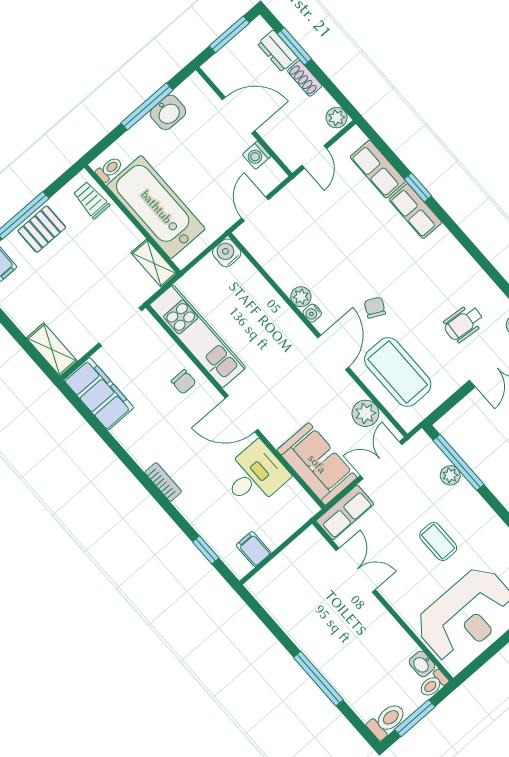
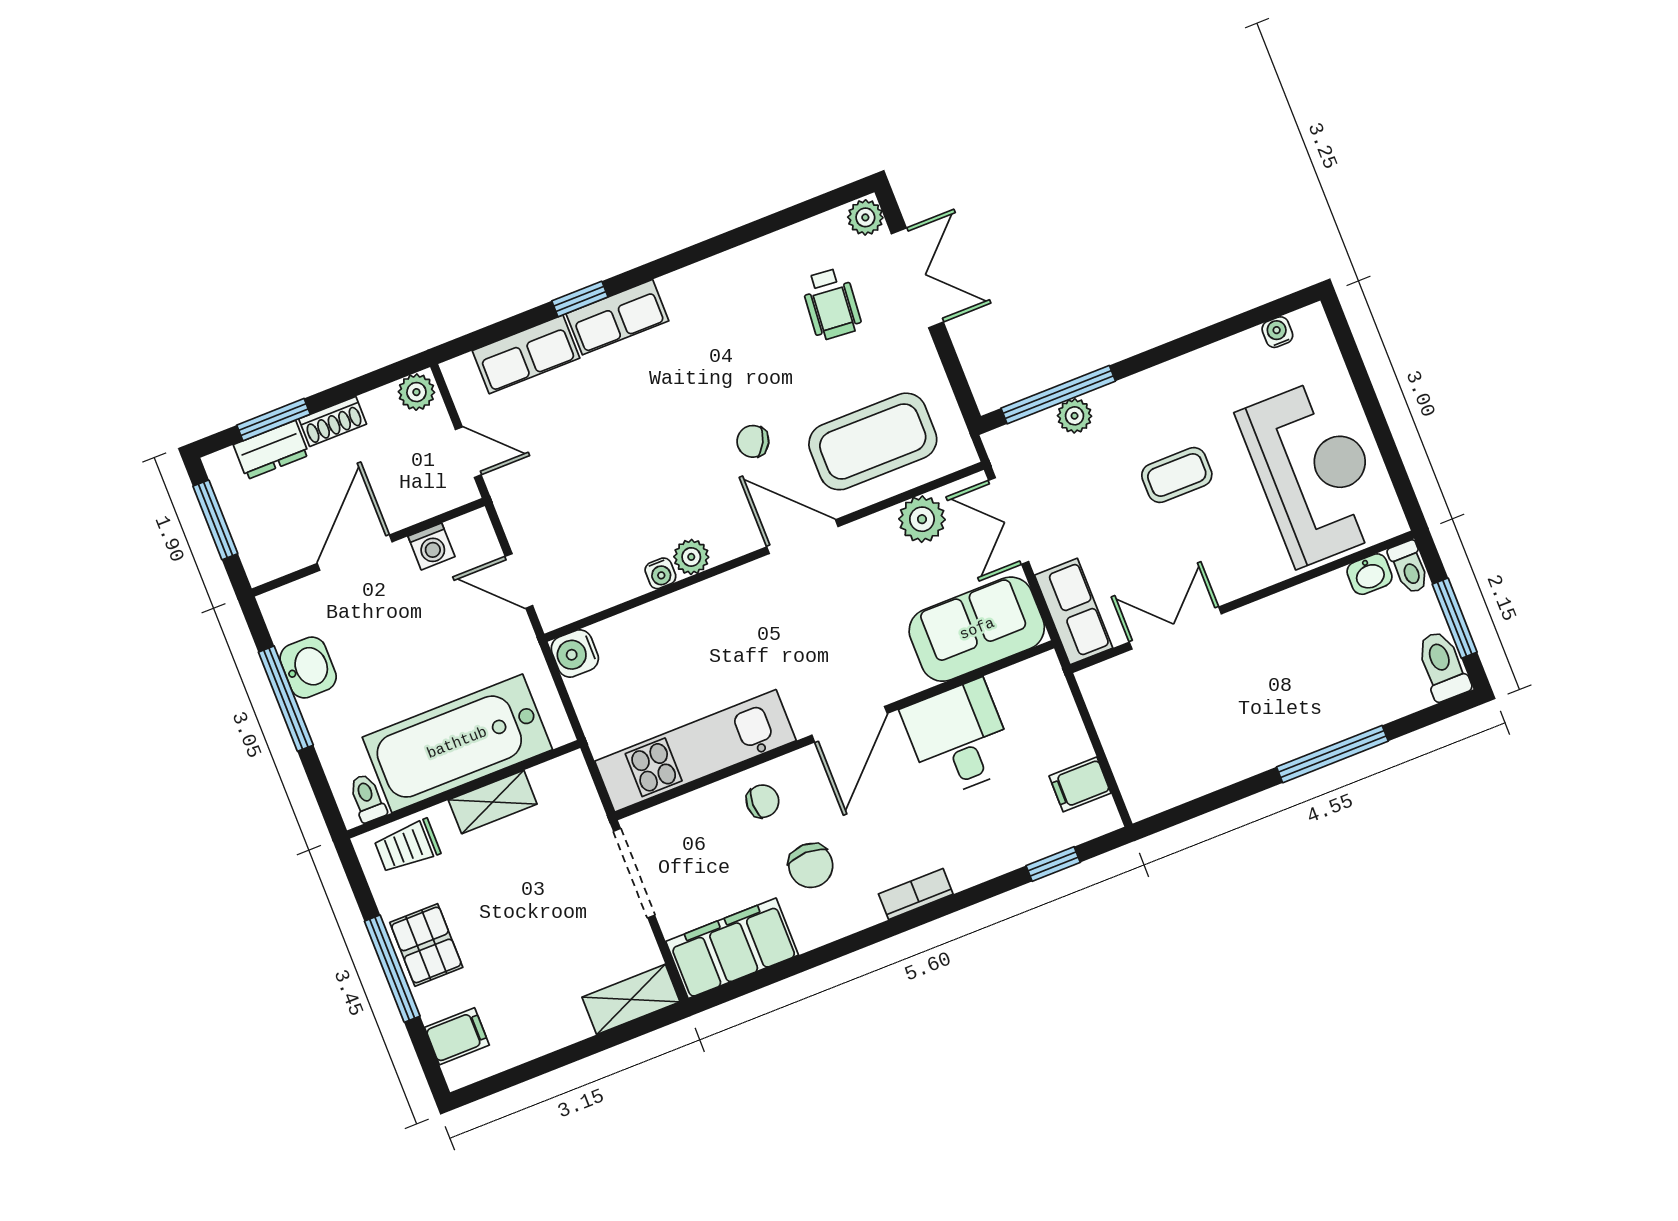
shelving: (154, 263) -> (493, 802), moved
water cooler: (312, 313) -> (660, 573), moved
chair: (158, 420) -> (811, 866), added

